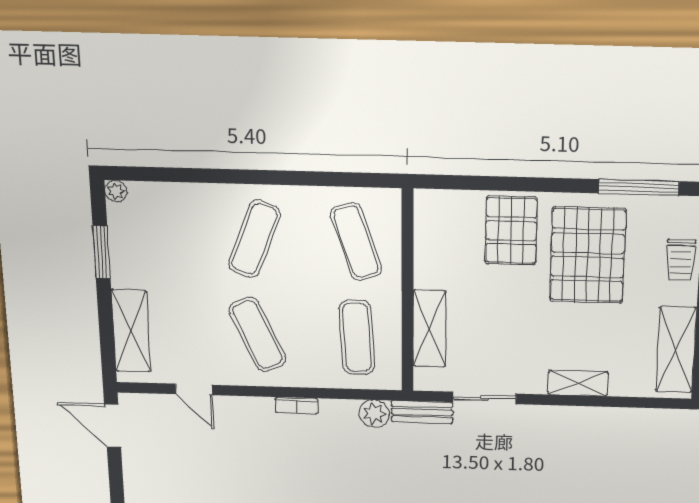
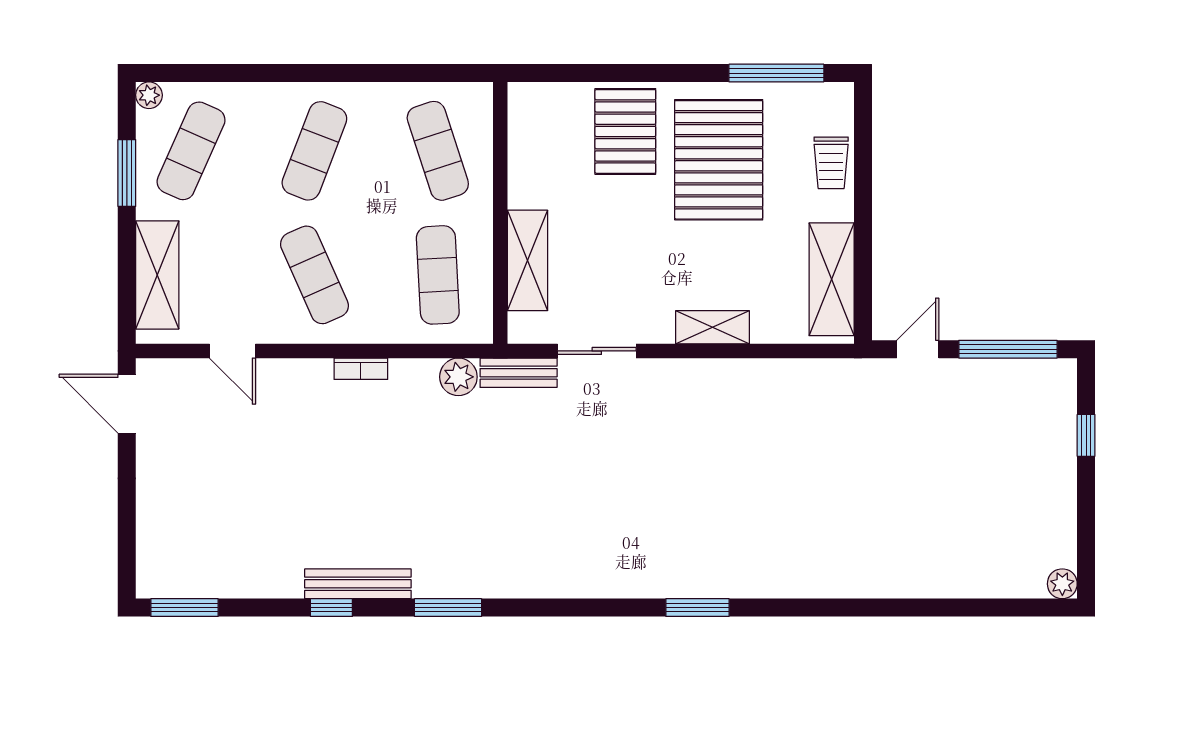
exercise mat: (153, 236) -> (191, 151), added

